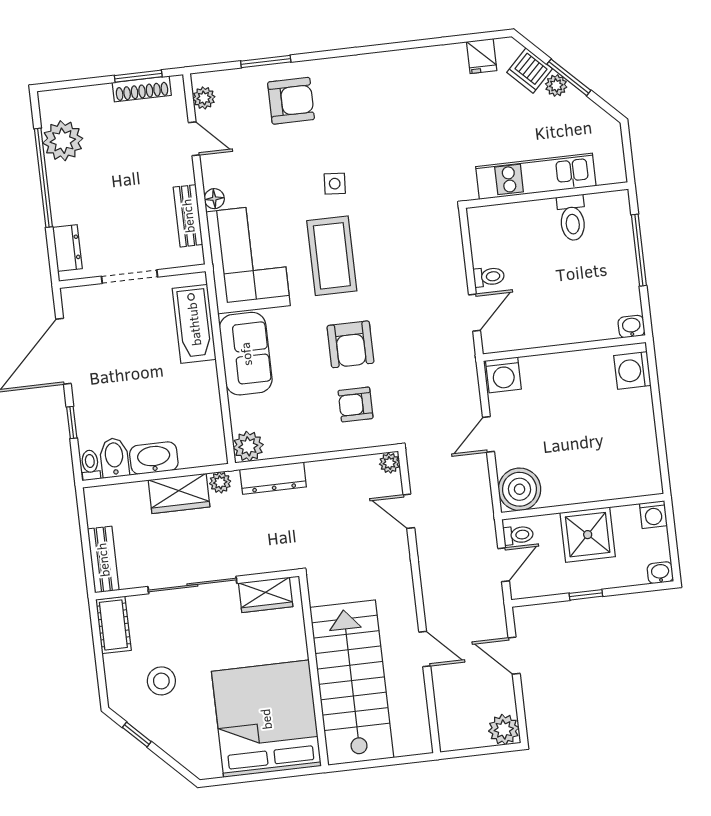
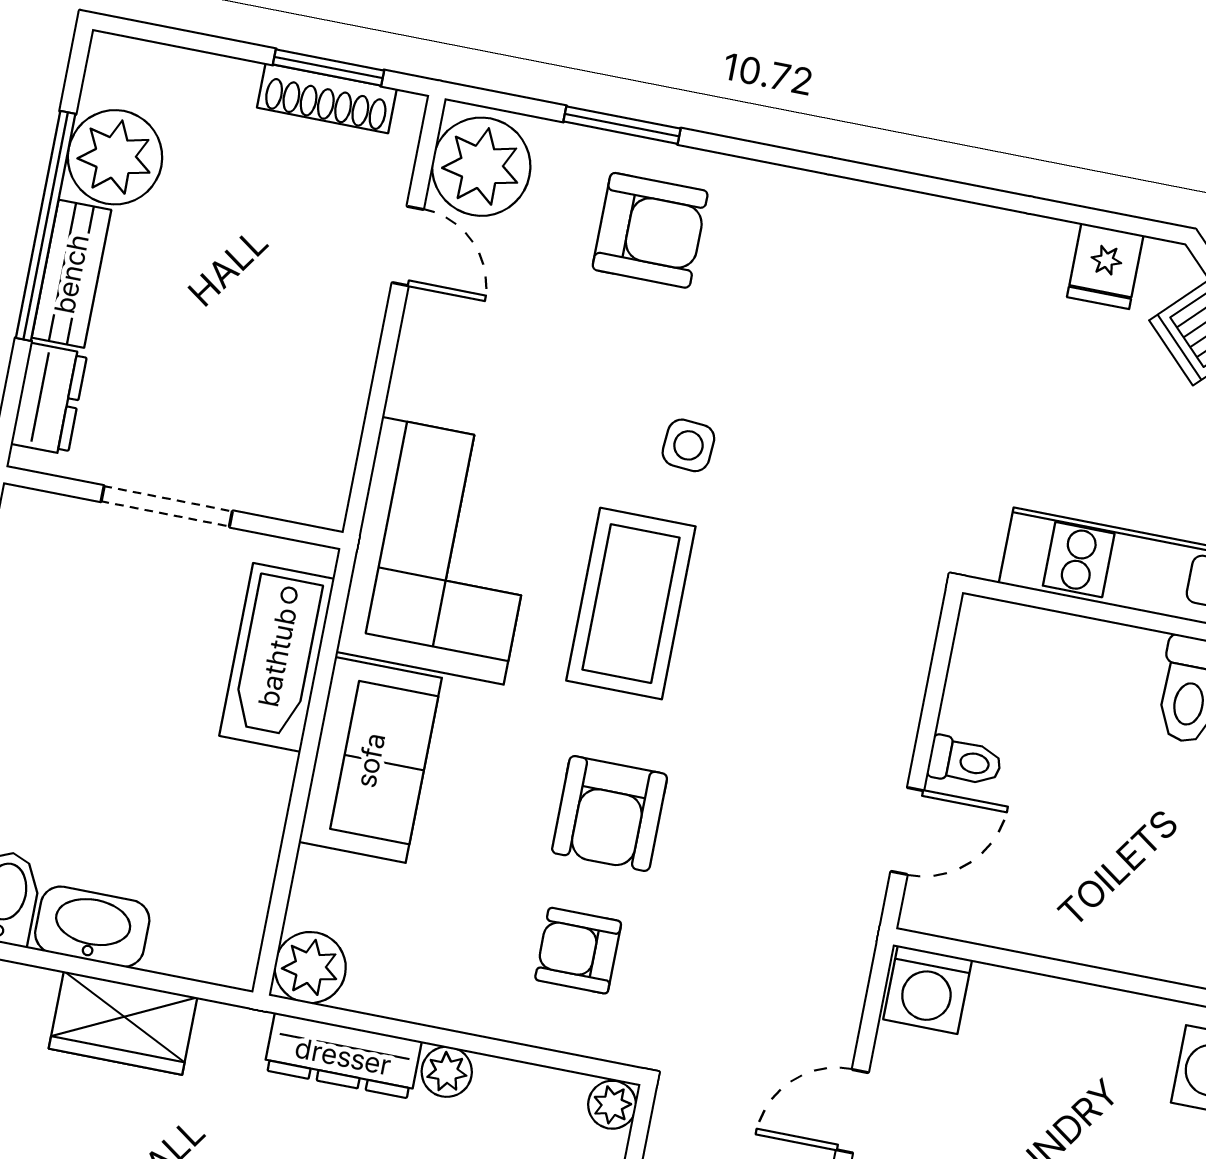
plant: (204, 98) -> (481, 167), width x1.87, depth x1.87
floor lamp: (214, 199) -> (410, 393), removed
bench: (188, 216) -> (71, 274), moved
plant: (220, 482) -> (447, 1072), moved

